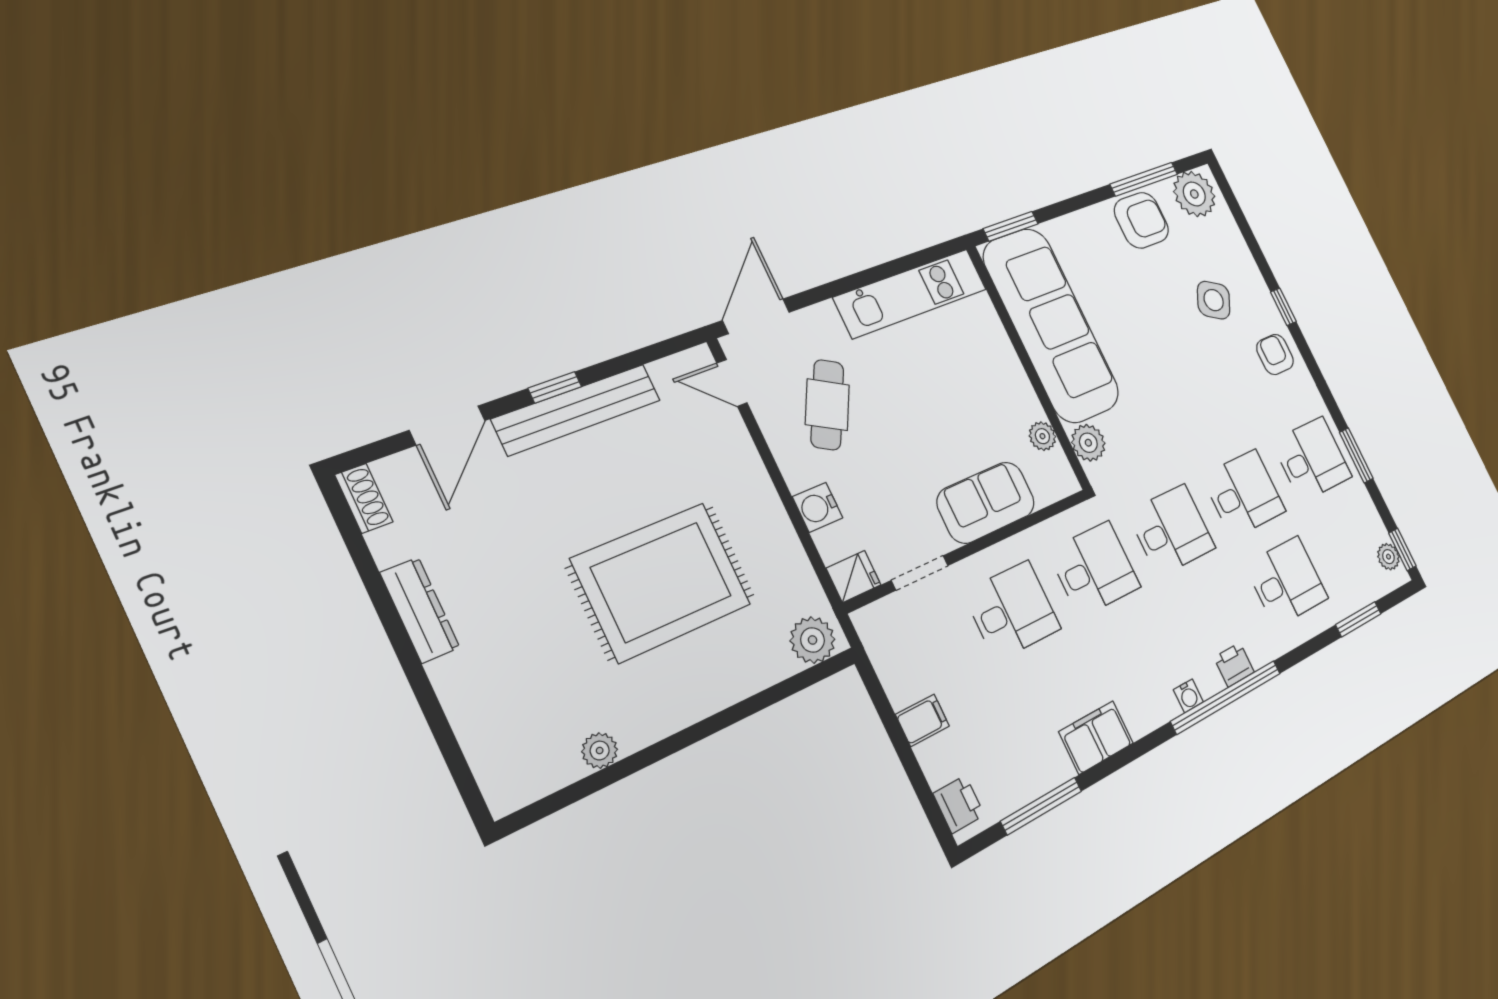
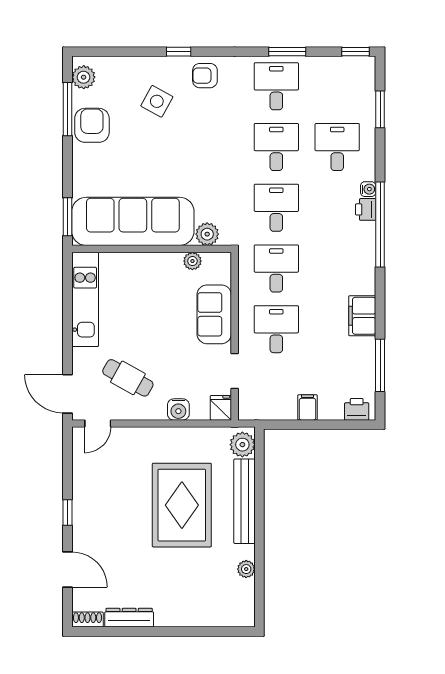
plant: (1194, 194) -> (84, 77), width x0.73, depth x0.73
bench: (577, 410) -> (244, 501), moved
plant: (1388, 557) -> (355, 65), removed
dresser: (420, 610) -> (129, 618), moved
water cooler: (1188, 696) -> (368, 189), moved

